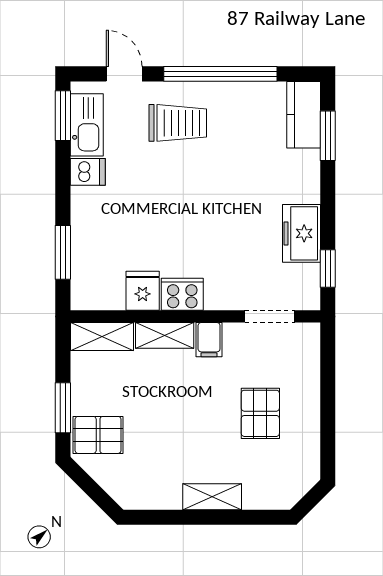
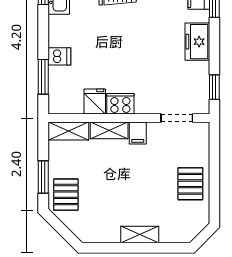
dishwasher: (88, 172) -> (59, 56), moved
freezer: (301, 233) -> (197, 42), moved
pallet: (260, 413) -> (190, 184), moved
pallet: (98, 435) -> (66, 195), turned 90

